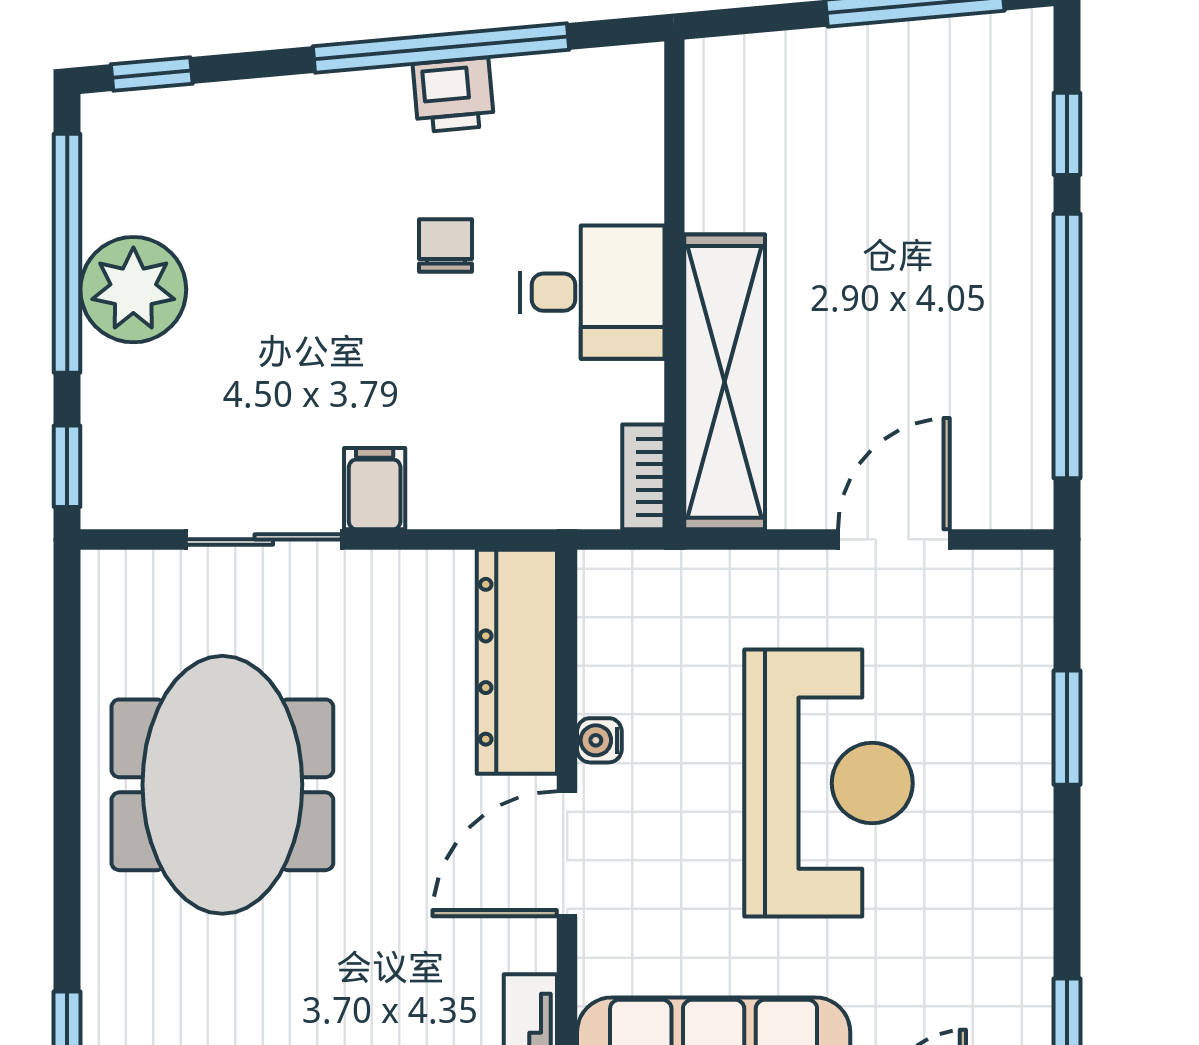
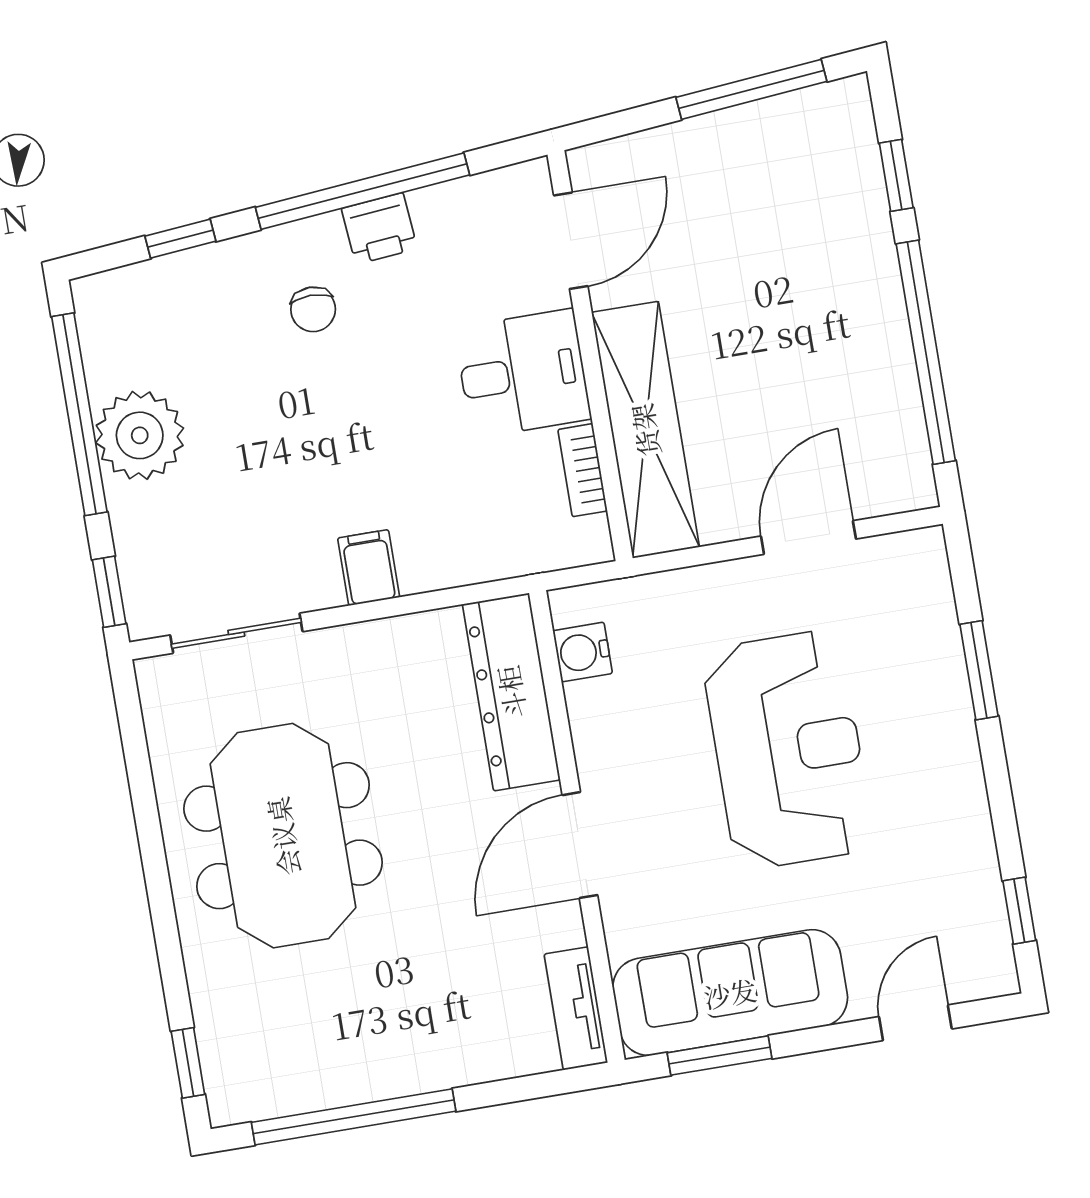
window: (152, 74) -> (180, 239), moved
door: (674, 147) -> (571, 241), added
chair: (446, 245) -> (313, 309), moved, turned 180
bookcase: (643, 477) -> (583, 470), moved
sliding door: (264, 539) -> (236, 633), moved
water cooler: (599, 740) -> (583, 652), moved, width x1.38, depth x1.38

